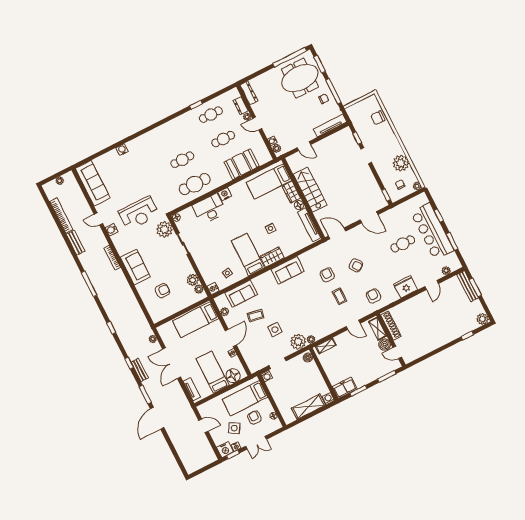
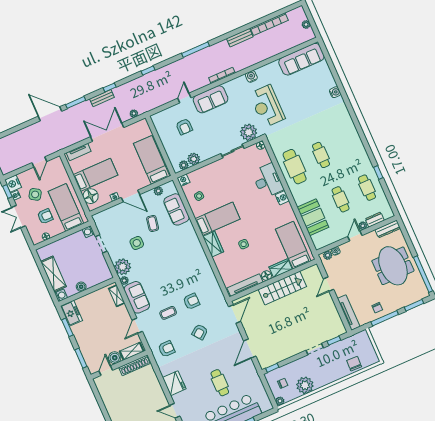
meeting table: (300, 78) -> (393, 266), moved
door: (98, 219) -> (184, 98), moved
sofa: (288, 270) -> (137, 297), moved, turned 180
boiler: (308, 358) -> (81, 287), moved

